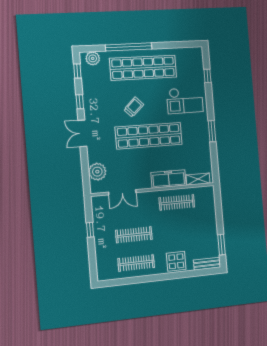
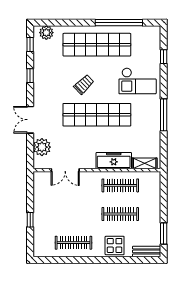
window: (129, 47) -> (119, 23), moved
window: (212, 131) -> (164, 115), width x1.44
double door: (82, 133) -> (30, 120), moved
window: (90, 230) -> (30, 220), moved
clothes rail: (134, 235) -> (120, 214), moved

